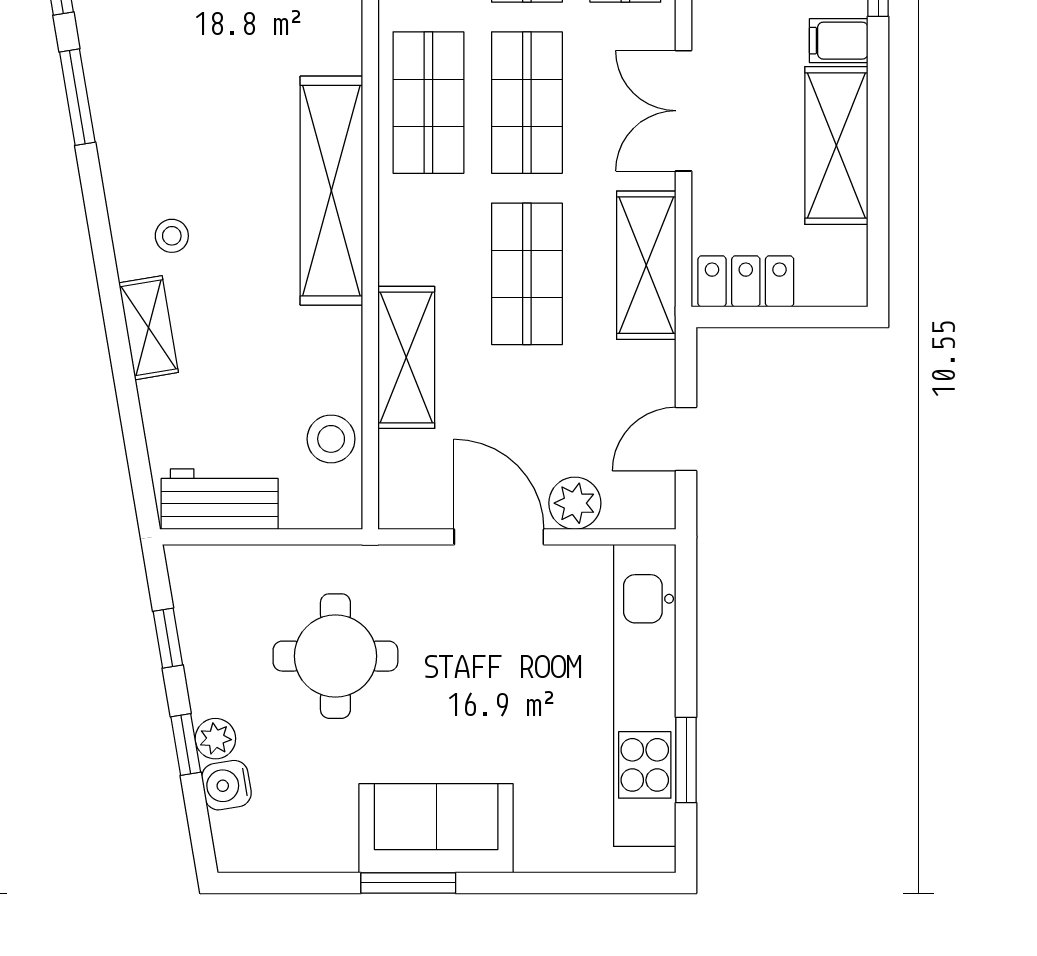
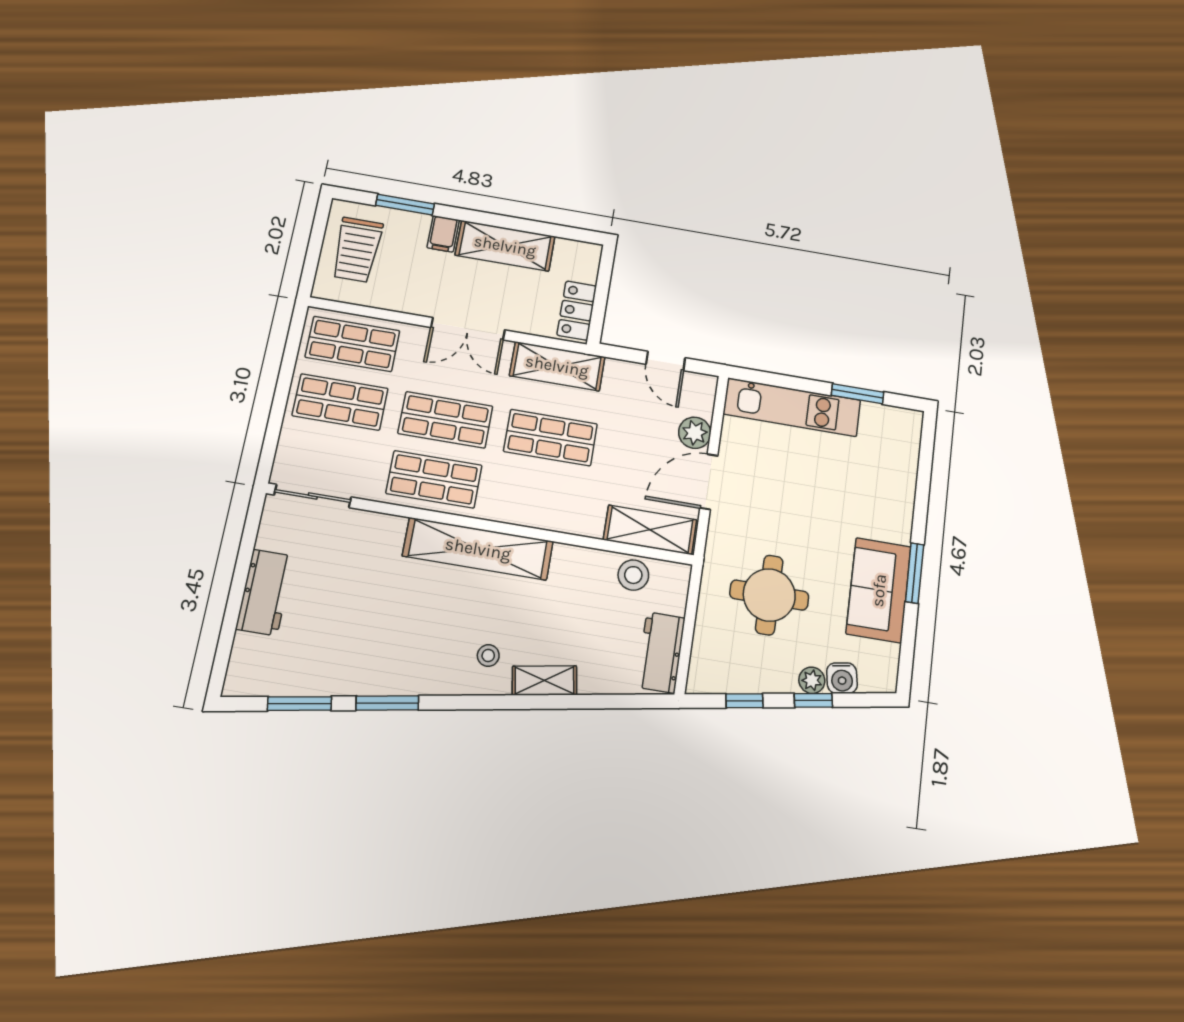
shelving: (406, 357) -> (650, 530), moved
kitchen unit: (645, 695) -> (792, 407), width x0.73
sofa: (436, 828) -> (879, 590), moved

